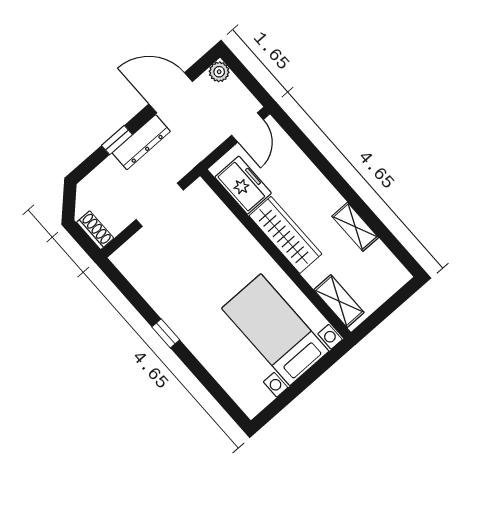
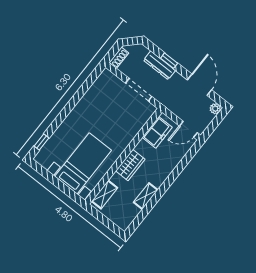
dresser: (141, 142) -> (159, 65), moved
wardrobe: (285, 235) -> (130, 165), width x0.67
window: (166, 333) -> (42, 142), moved

